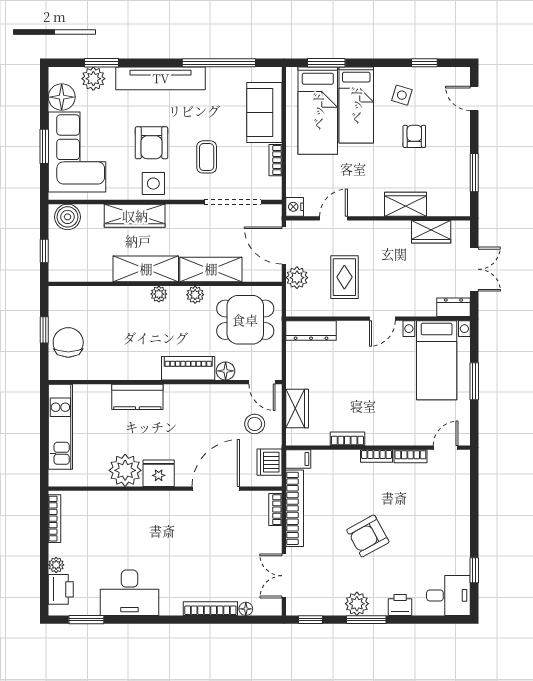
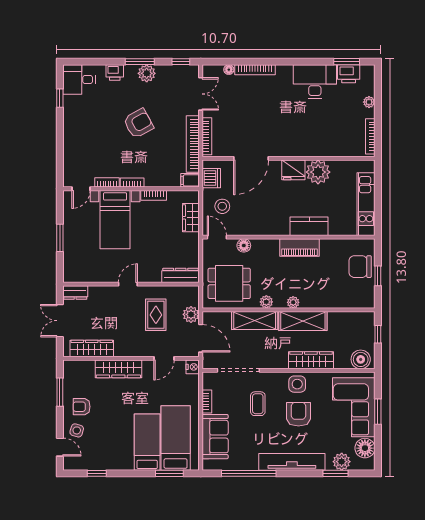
side table: (402, 95) -> (77, 430), moved
armchair: (414, 136) -> (82, 407), moved, turned 90
wardrobe: (405, 204) -> (118, 369), width x1.50
wardrobe: (431, 232) -> (92, 348), width x1.50
chair: (68, 342) -> (360, 267), turned 90
bed with nightstands: (437, 360) -> (115, 220), moved, turned 180
piano: (188, 368) -> (300, 247), moved
bookcase: (275, 510) -> (207, 136), width x1.56
printer: (61, 589) -> (349, 74), moved, turned -90

